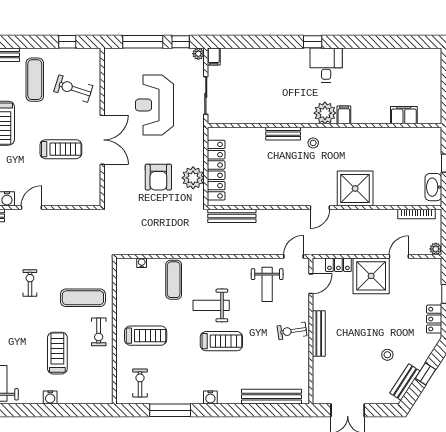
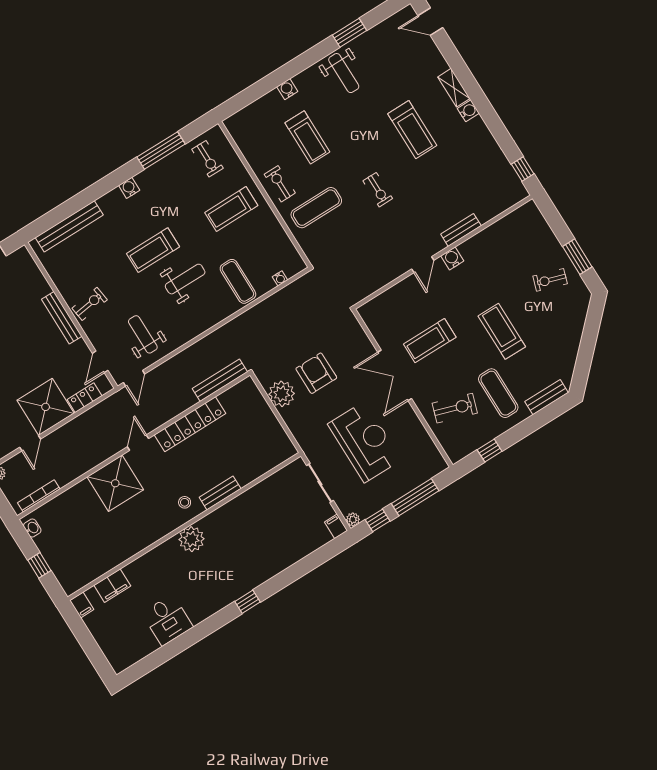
desk: (326, 65) -> (167, 620), moved
filing cabinet: (344, 115) -> (82, 605), moved
locker: (216, 170) -> (190, 424), moved, turned -90
washbasin: (433, 187) -> (32, 528), width x0.52, depth x0.69

